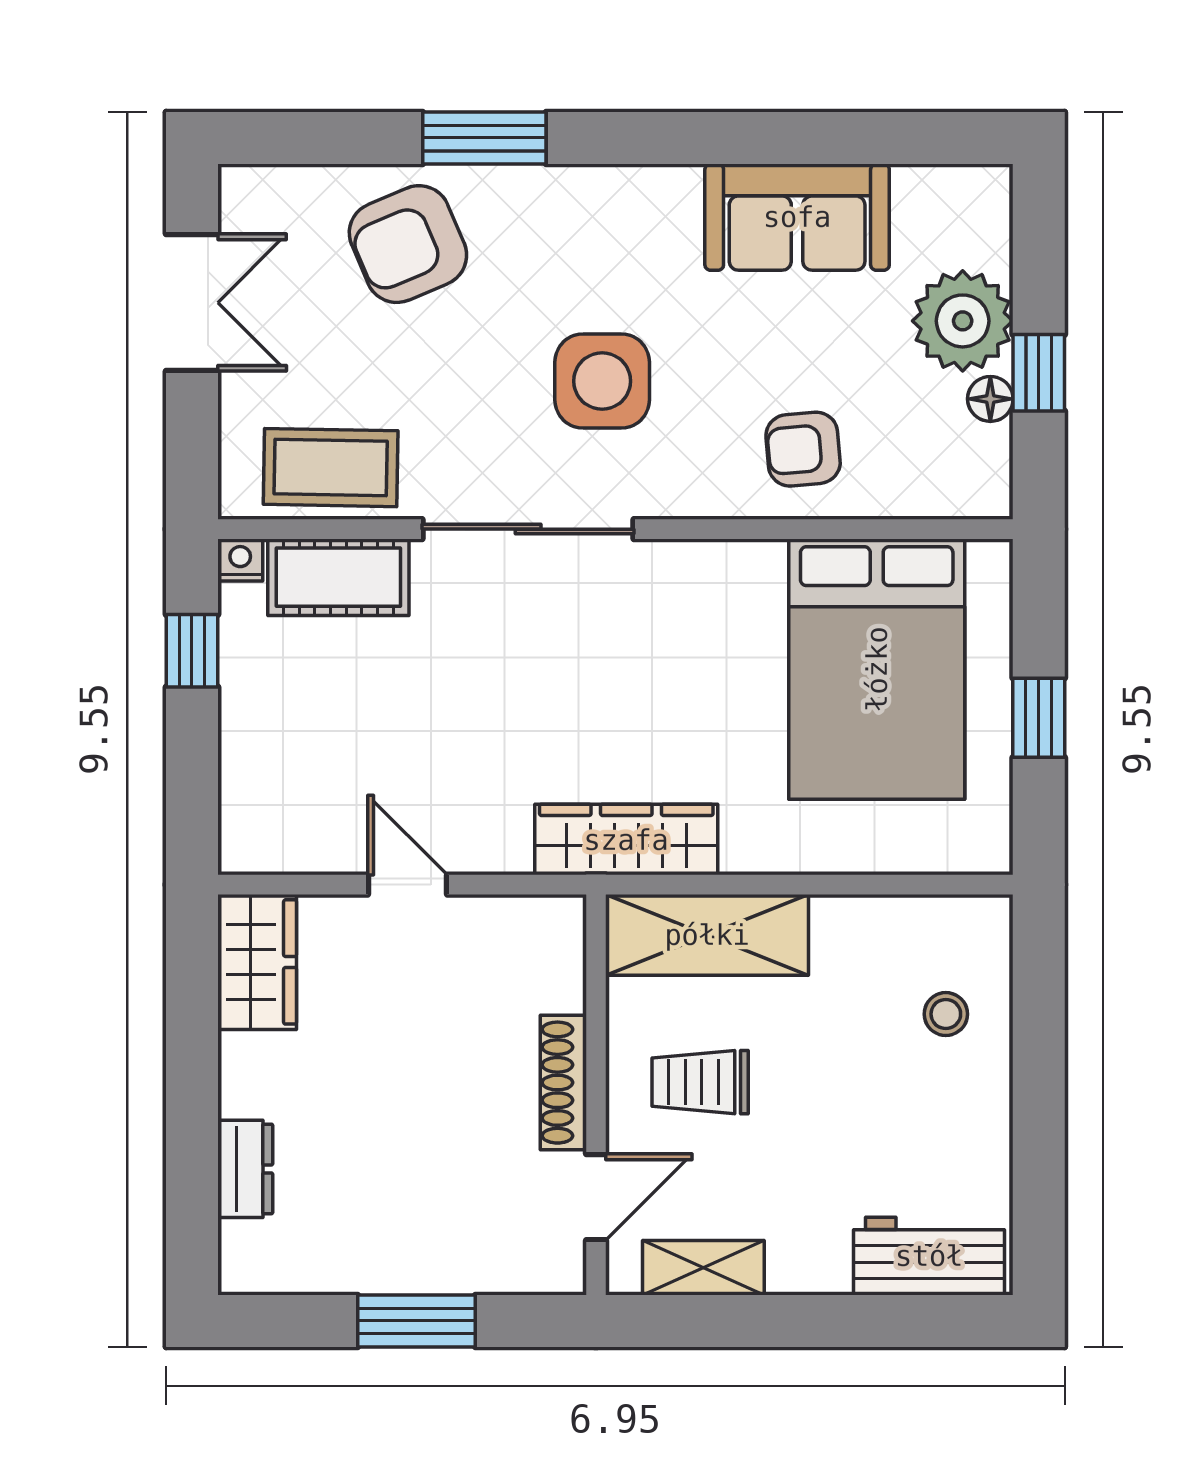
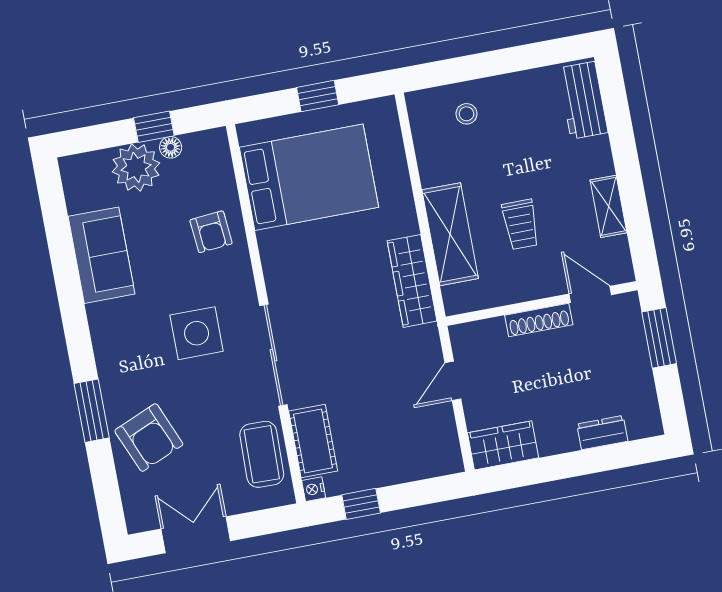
shoe rack: (563, 1083) -> (539, 320), moved
wall: (596, 1095) -> (542, 303), moved
door: (596, 1197) -> (590, 294), moved

